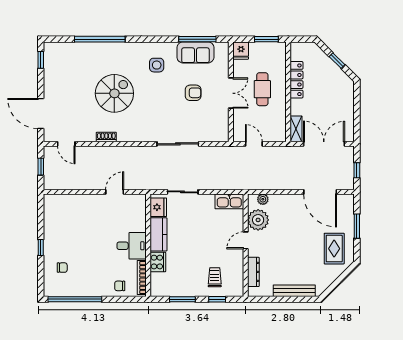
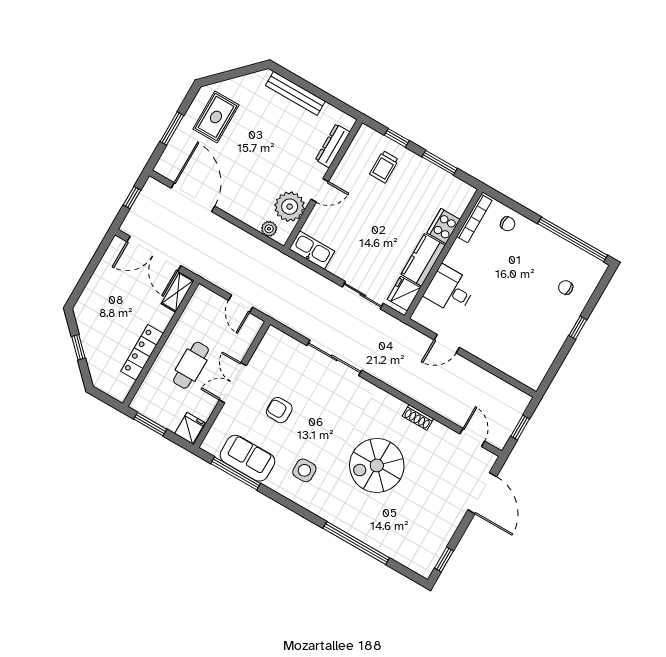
desk: (132, 246) -> (450, 290), moved

